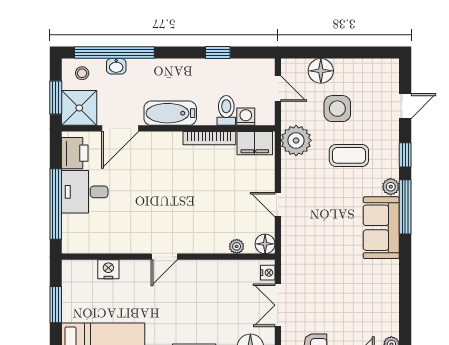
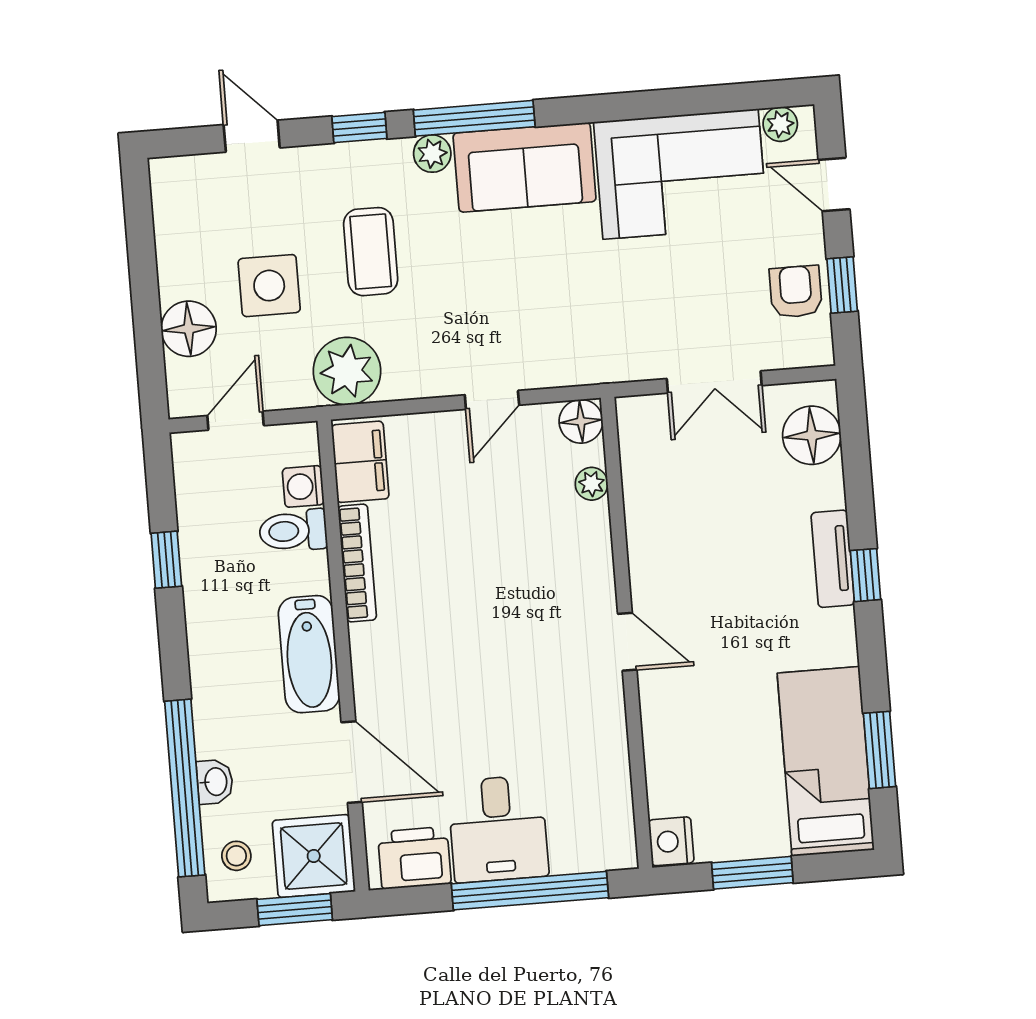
nightstand: (108, 269) -> (671, 841), moved
nightstand: (268, 273) -> (644, 410), removed
corner sofa: (373, 298) -> (681, 174), added

